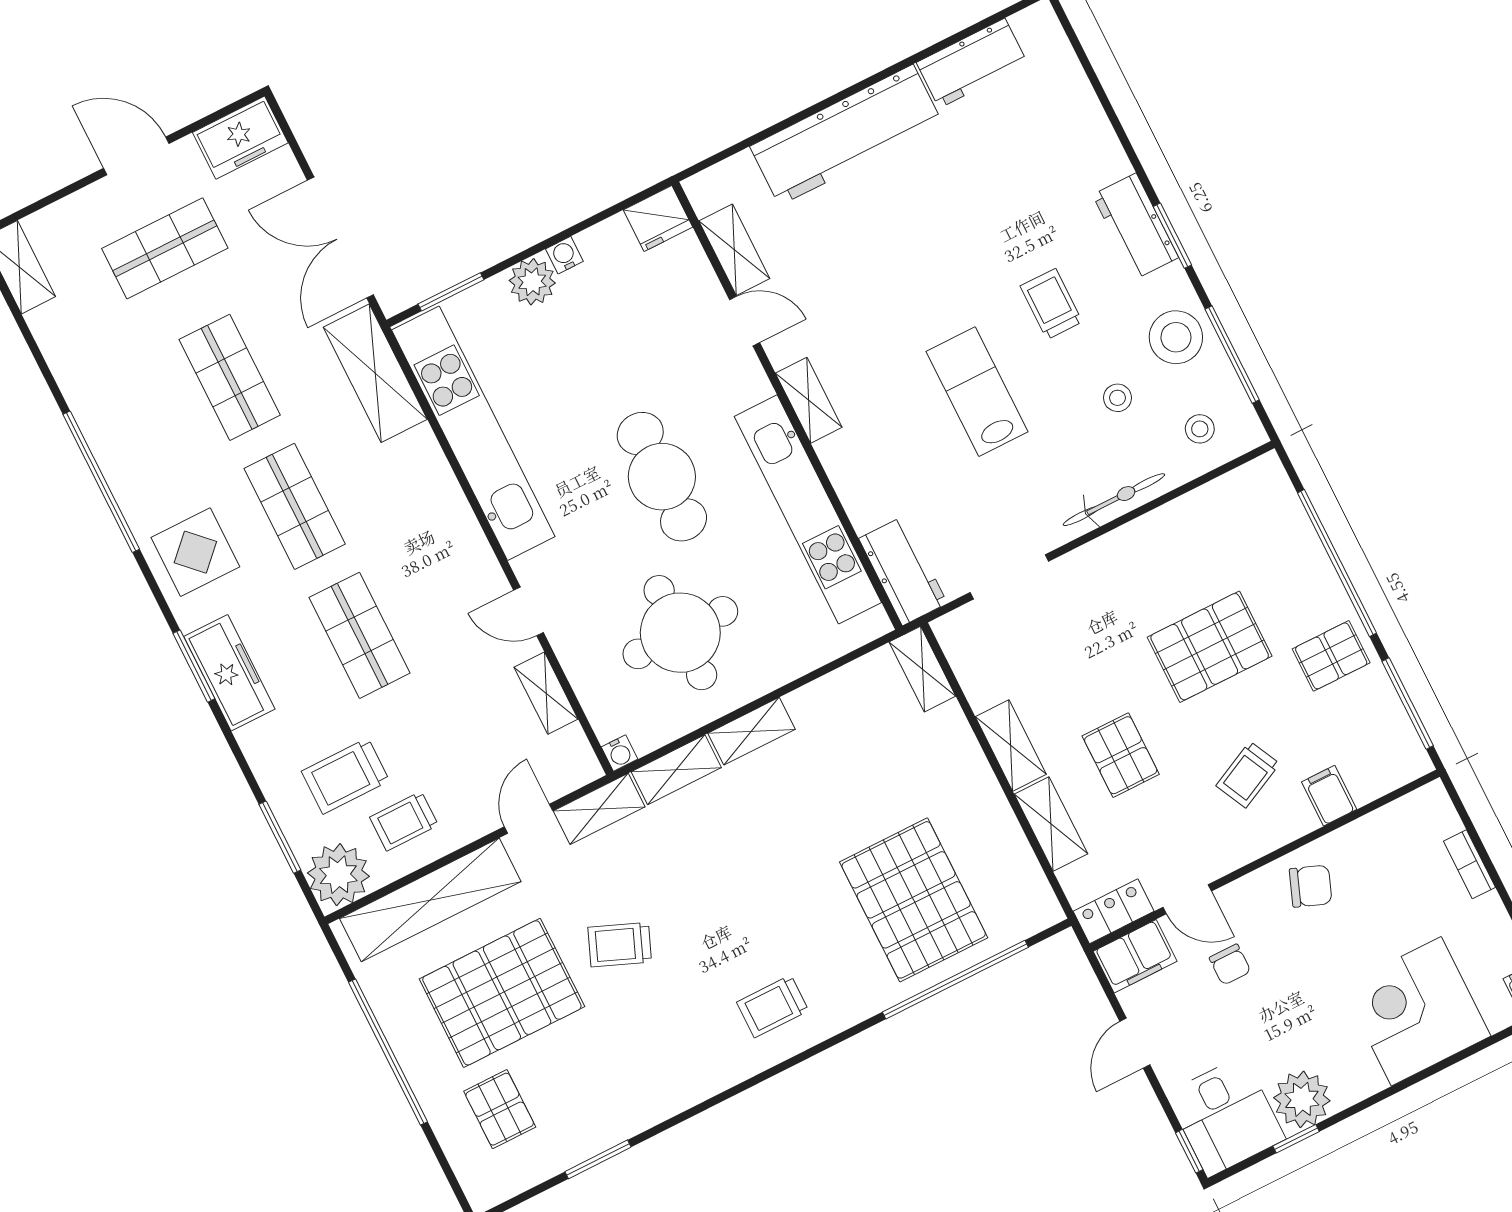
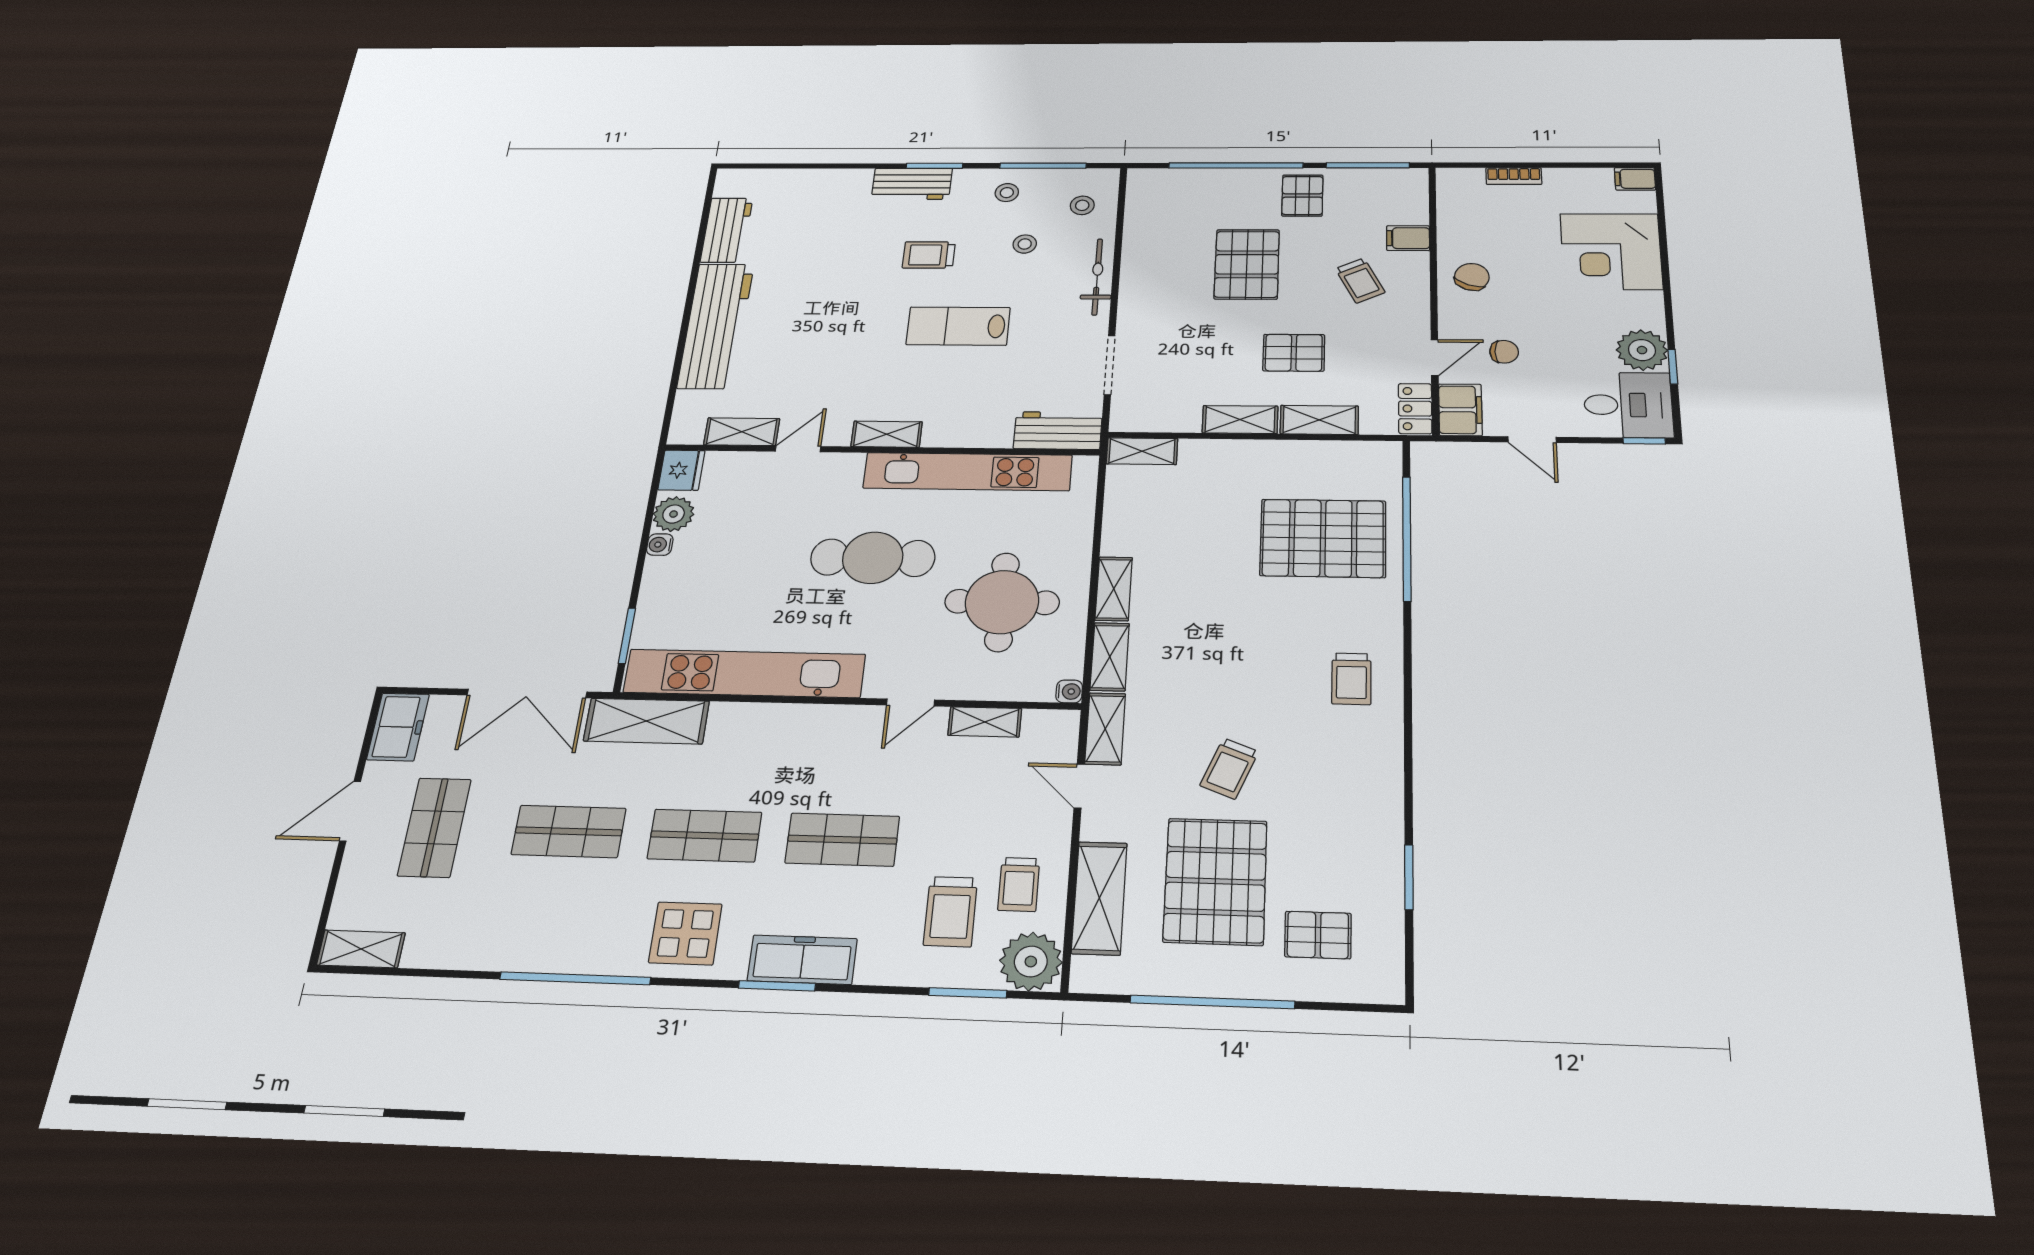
plant: (532, 282) -> (674, 514), moved
stool: (1176, 337) -> (1007, 193), width x0.53, depth x0.53
shelving: (430, 900) -> (1099, 898), width x0.68

